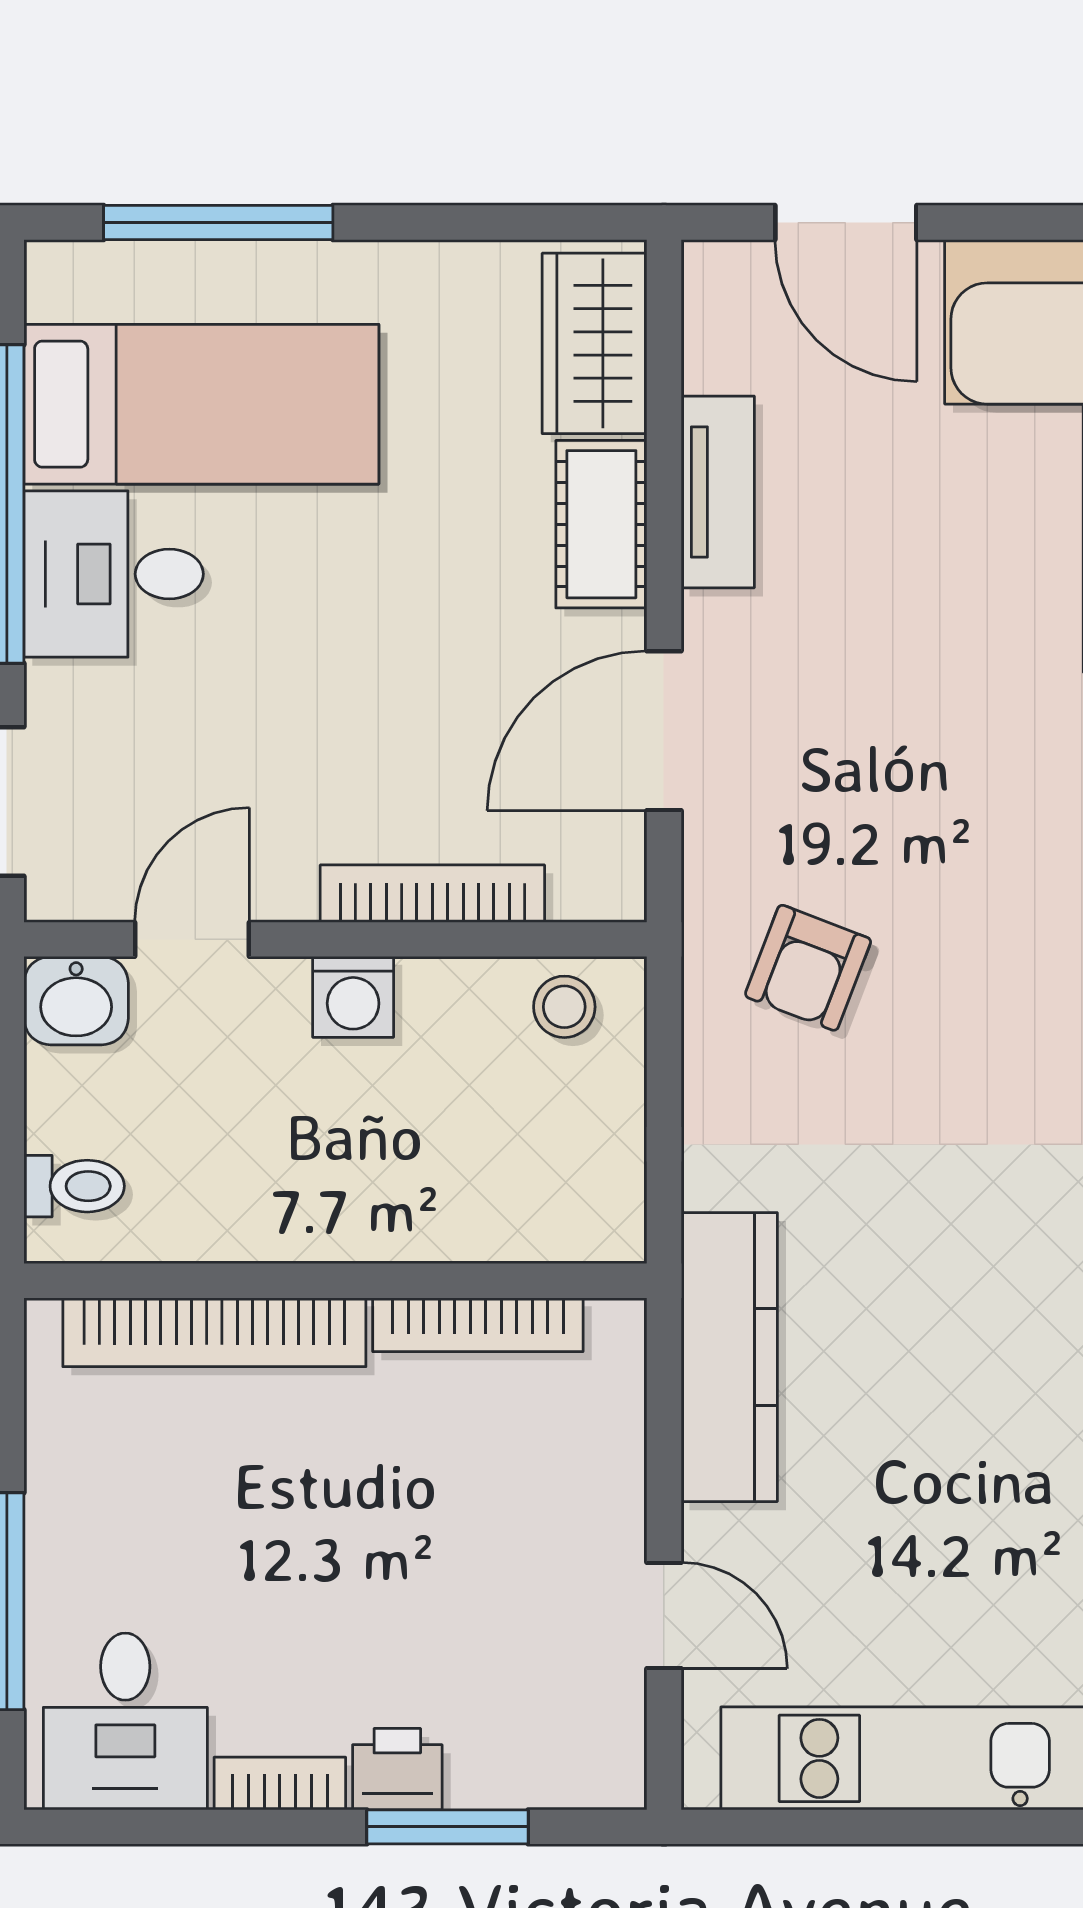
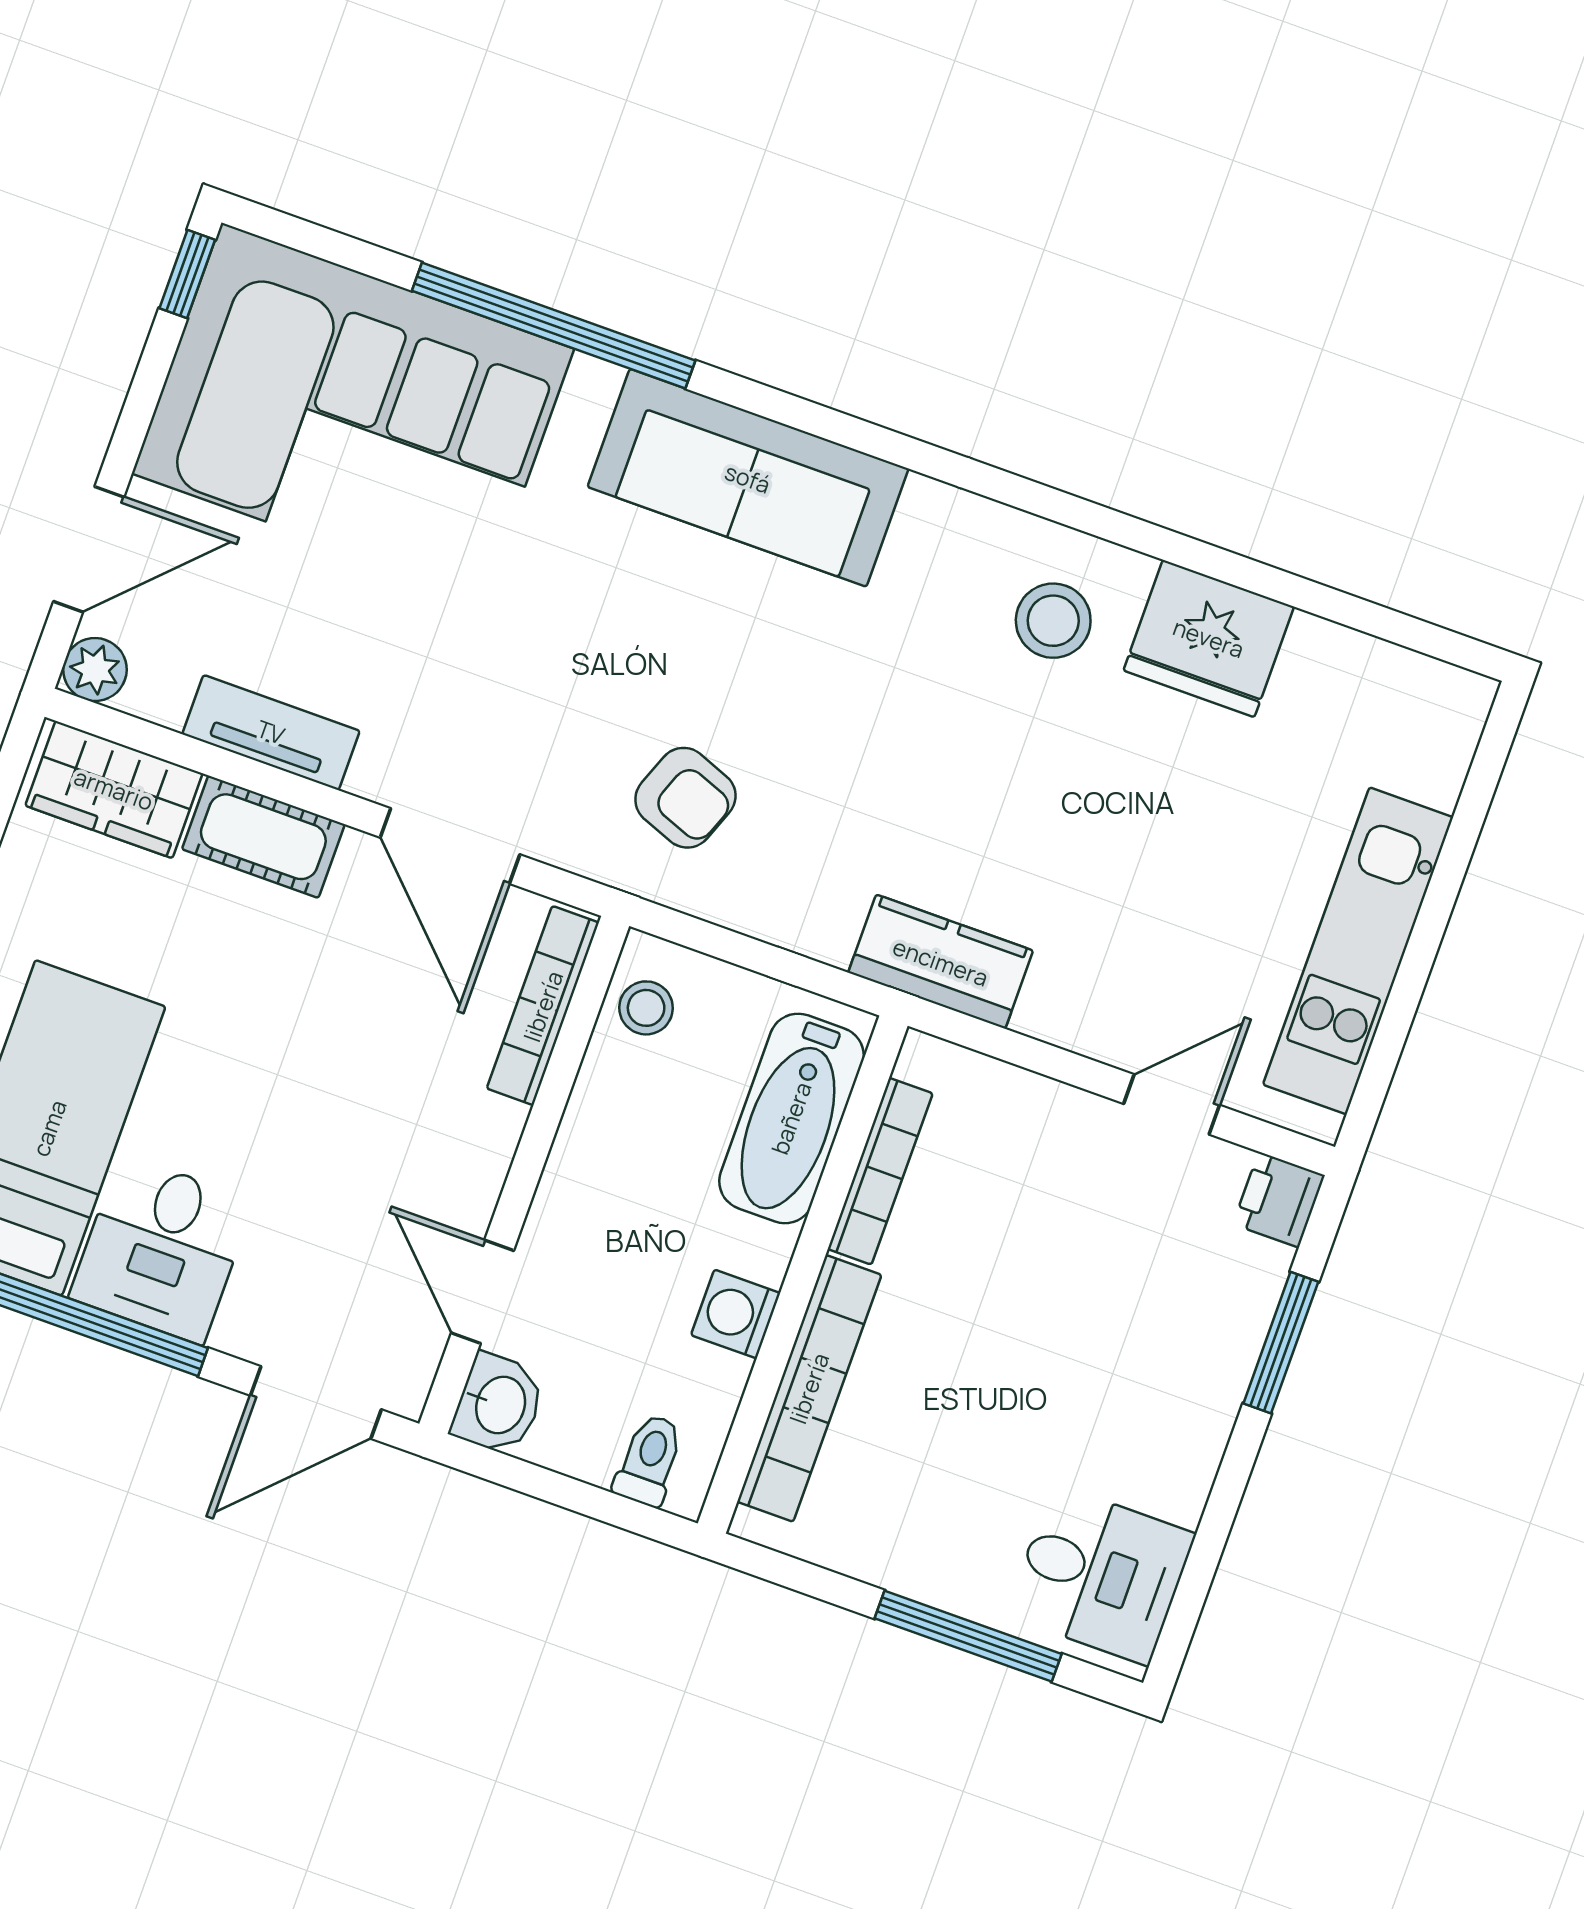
plant: (718, 276) -> (95, 670), added
bookcase: (432, 894) -> (543, 1006), moved
washing machine: (353, 997) -> (736, 1314), moved, turned 180
bathtub: (501, 1208) -> (791, 1118), added
kitchen counter: (729, 1357) -> (941, 962), width x0.67
printer: (397, 1769) -> (1279, 1200), moved
bookcase: (280, 1784) -> (1197, 1467), removed

